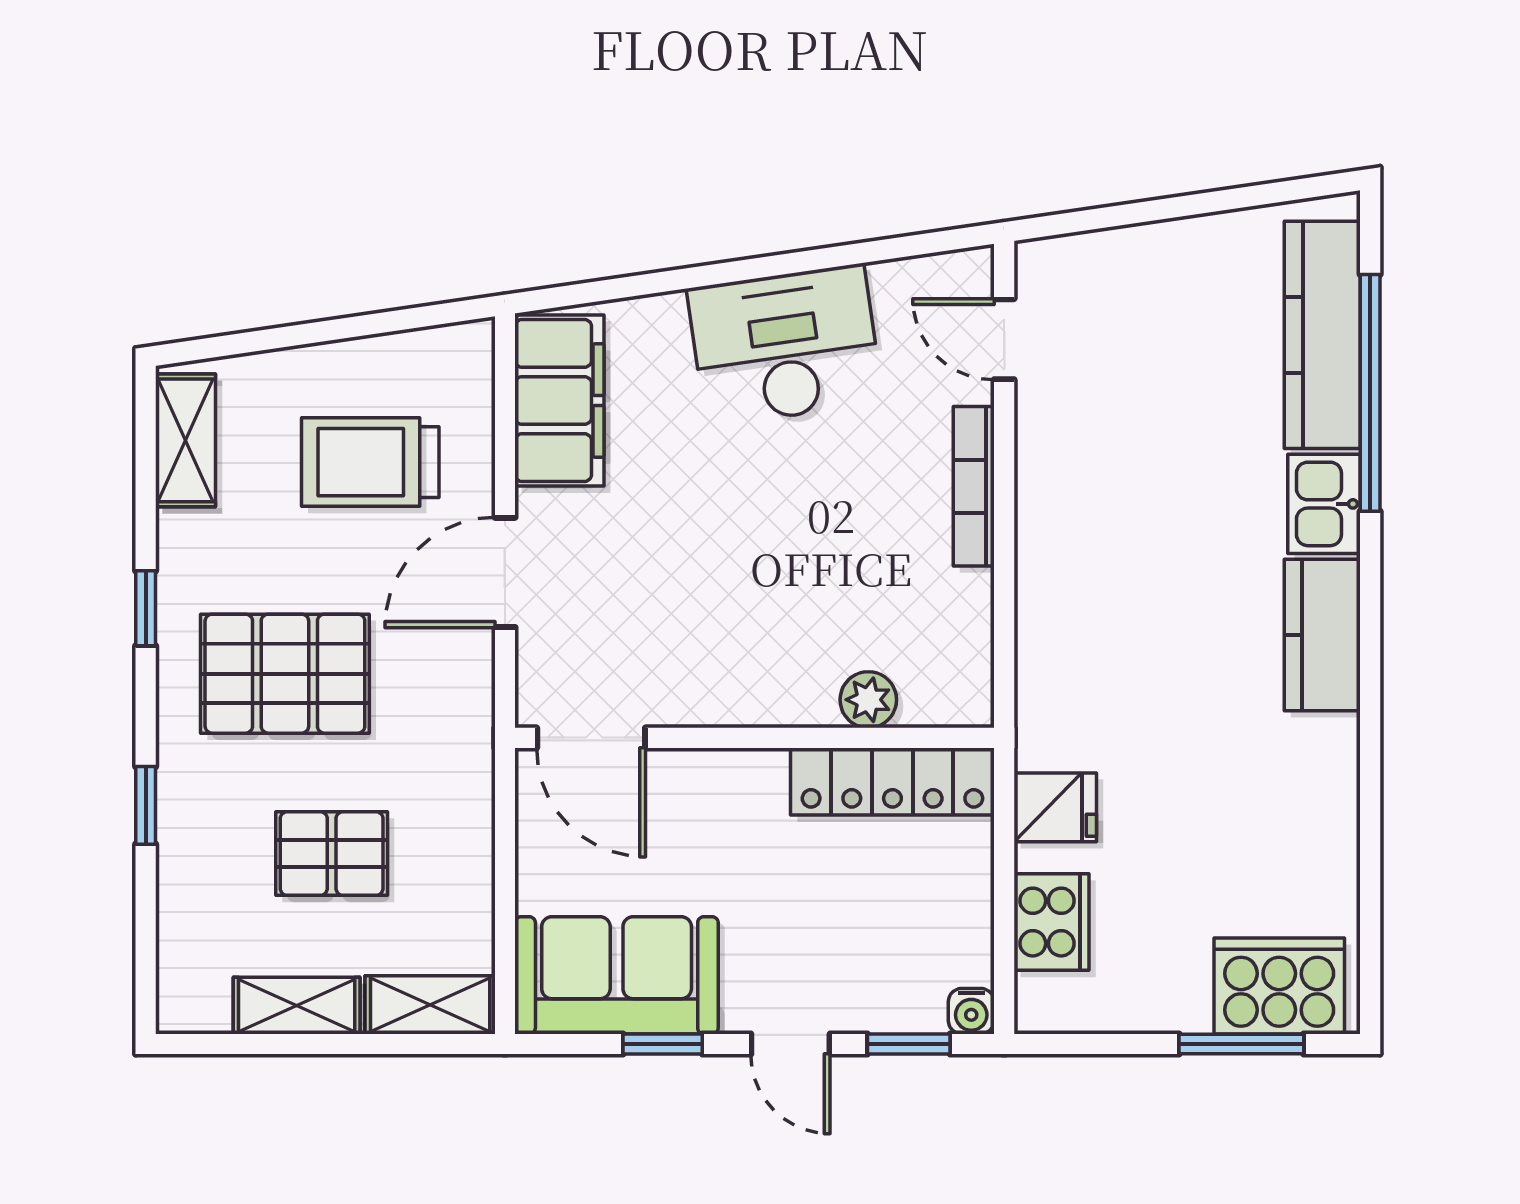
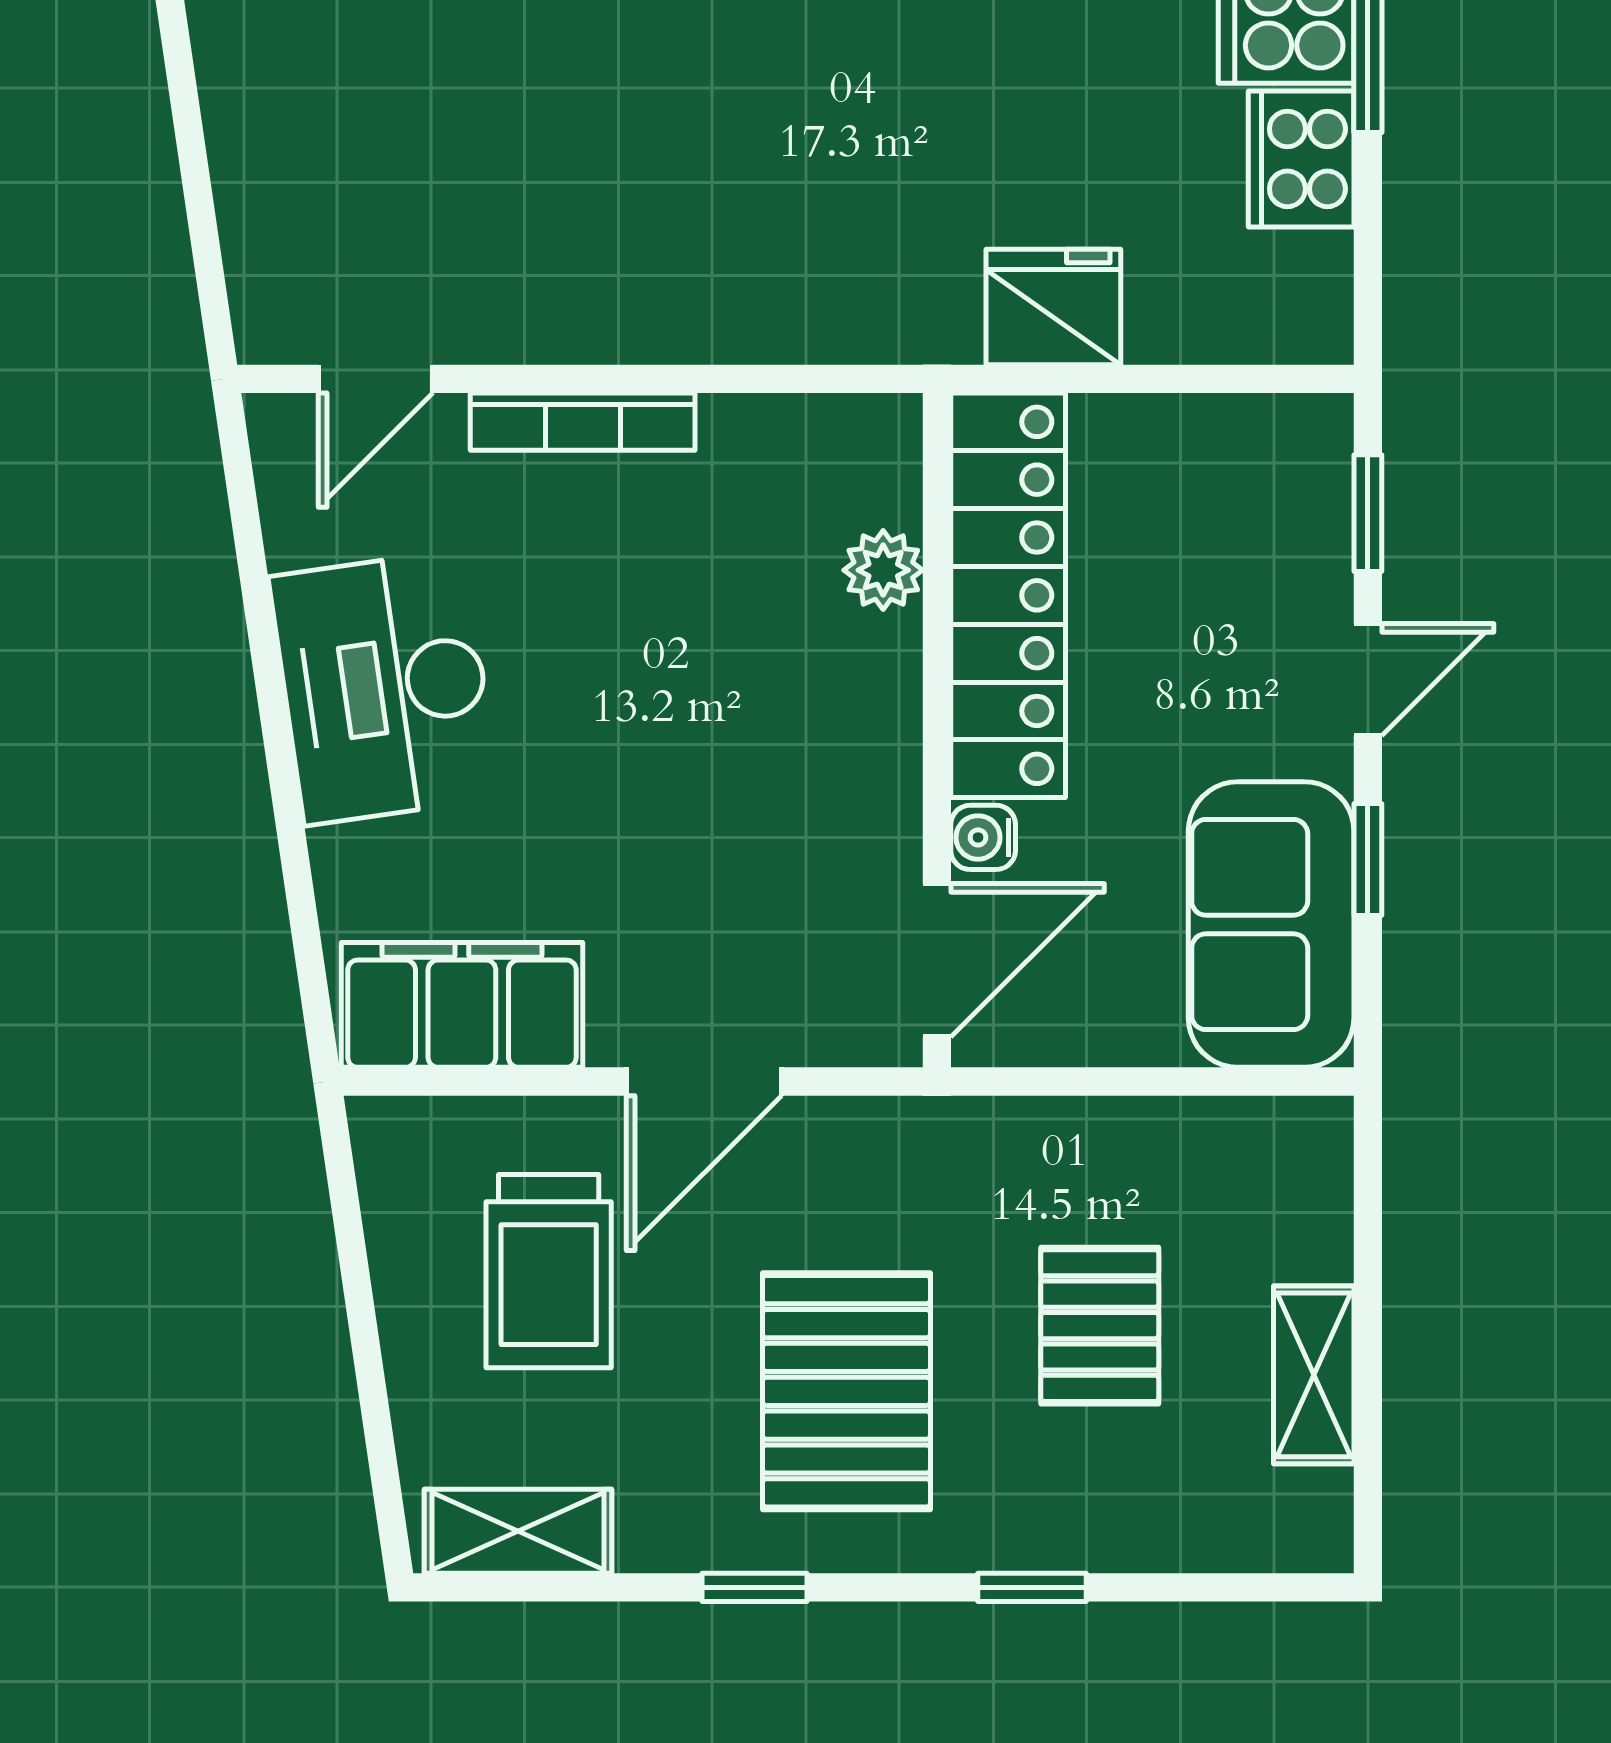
door: (505, 572) -> (704, 1082), hinge flipped
locker: (892, 782) -> (1008, 595), width x1.41, depth x1.21
fridge: (1055, 807) -> (1053, 307), width x1.38
cooker: (1051, 922) -> (1301, 159), moved, turned -90
shelving: (430, 1005) -> (1313, 1187), removed
water cooler: (971, 1011) -> (983, 837), moved, turned 180

